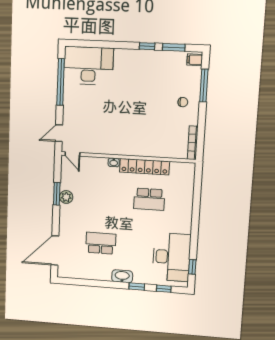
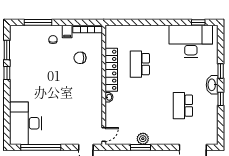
filing cabinet: (195, 60) -> (67, 32), moved
chair: (160, 132) -> (80, 58), added
school desk: (149, 199) -> (140, 64), turned 180
window: (164, 289) -> (221, 99), moved

